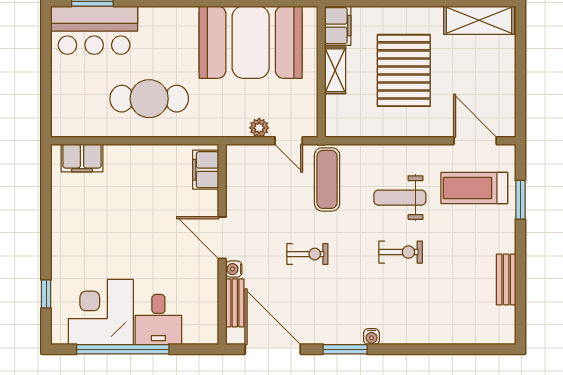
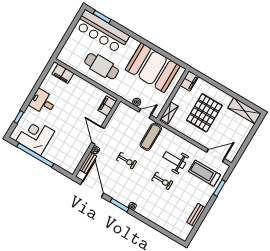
bar counter: (94, 30) -> (102, 31), width x1.36
shelving: (335, 70) -> (169, 113), moved
door: (289, 141) -> (145, 114), swing flipped
door: (475, 141) -> (216, 155), hinge flipped
desk: (158, 319) -> (43, 102), moved, turned 90

